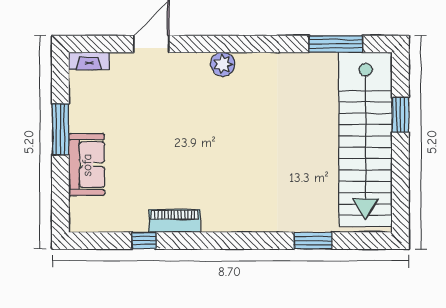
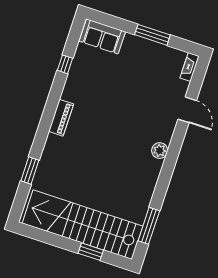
sofa: (87, 165) -> (102, 36), moved
piano: (175, 221) -> (61, 118), moved

